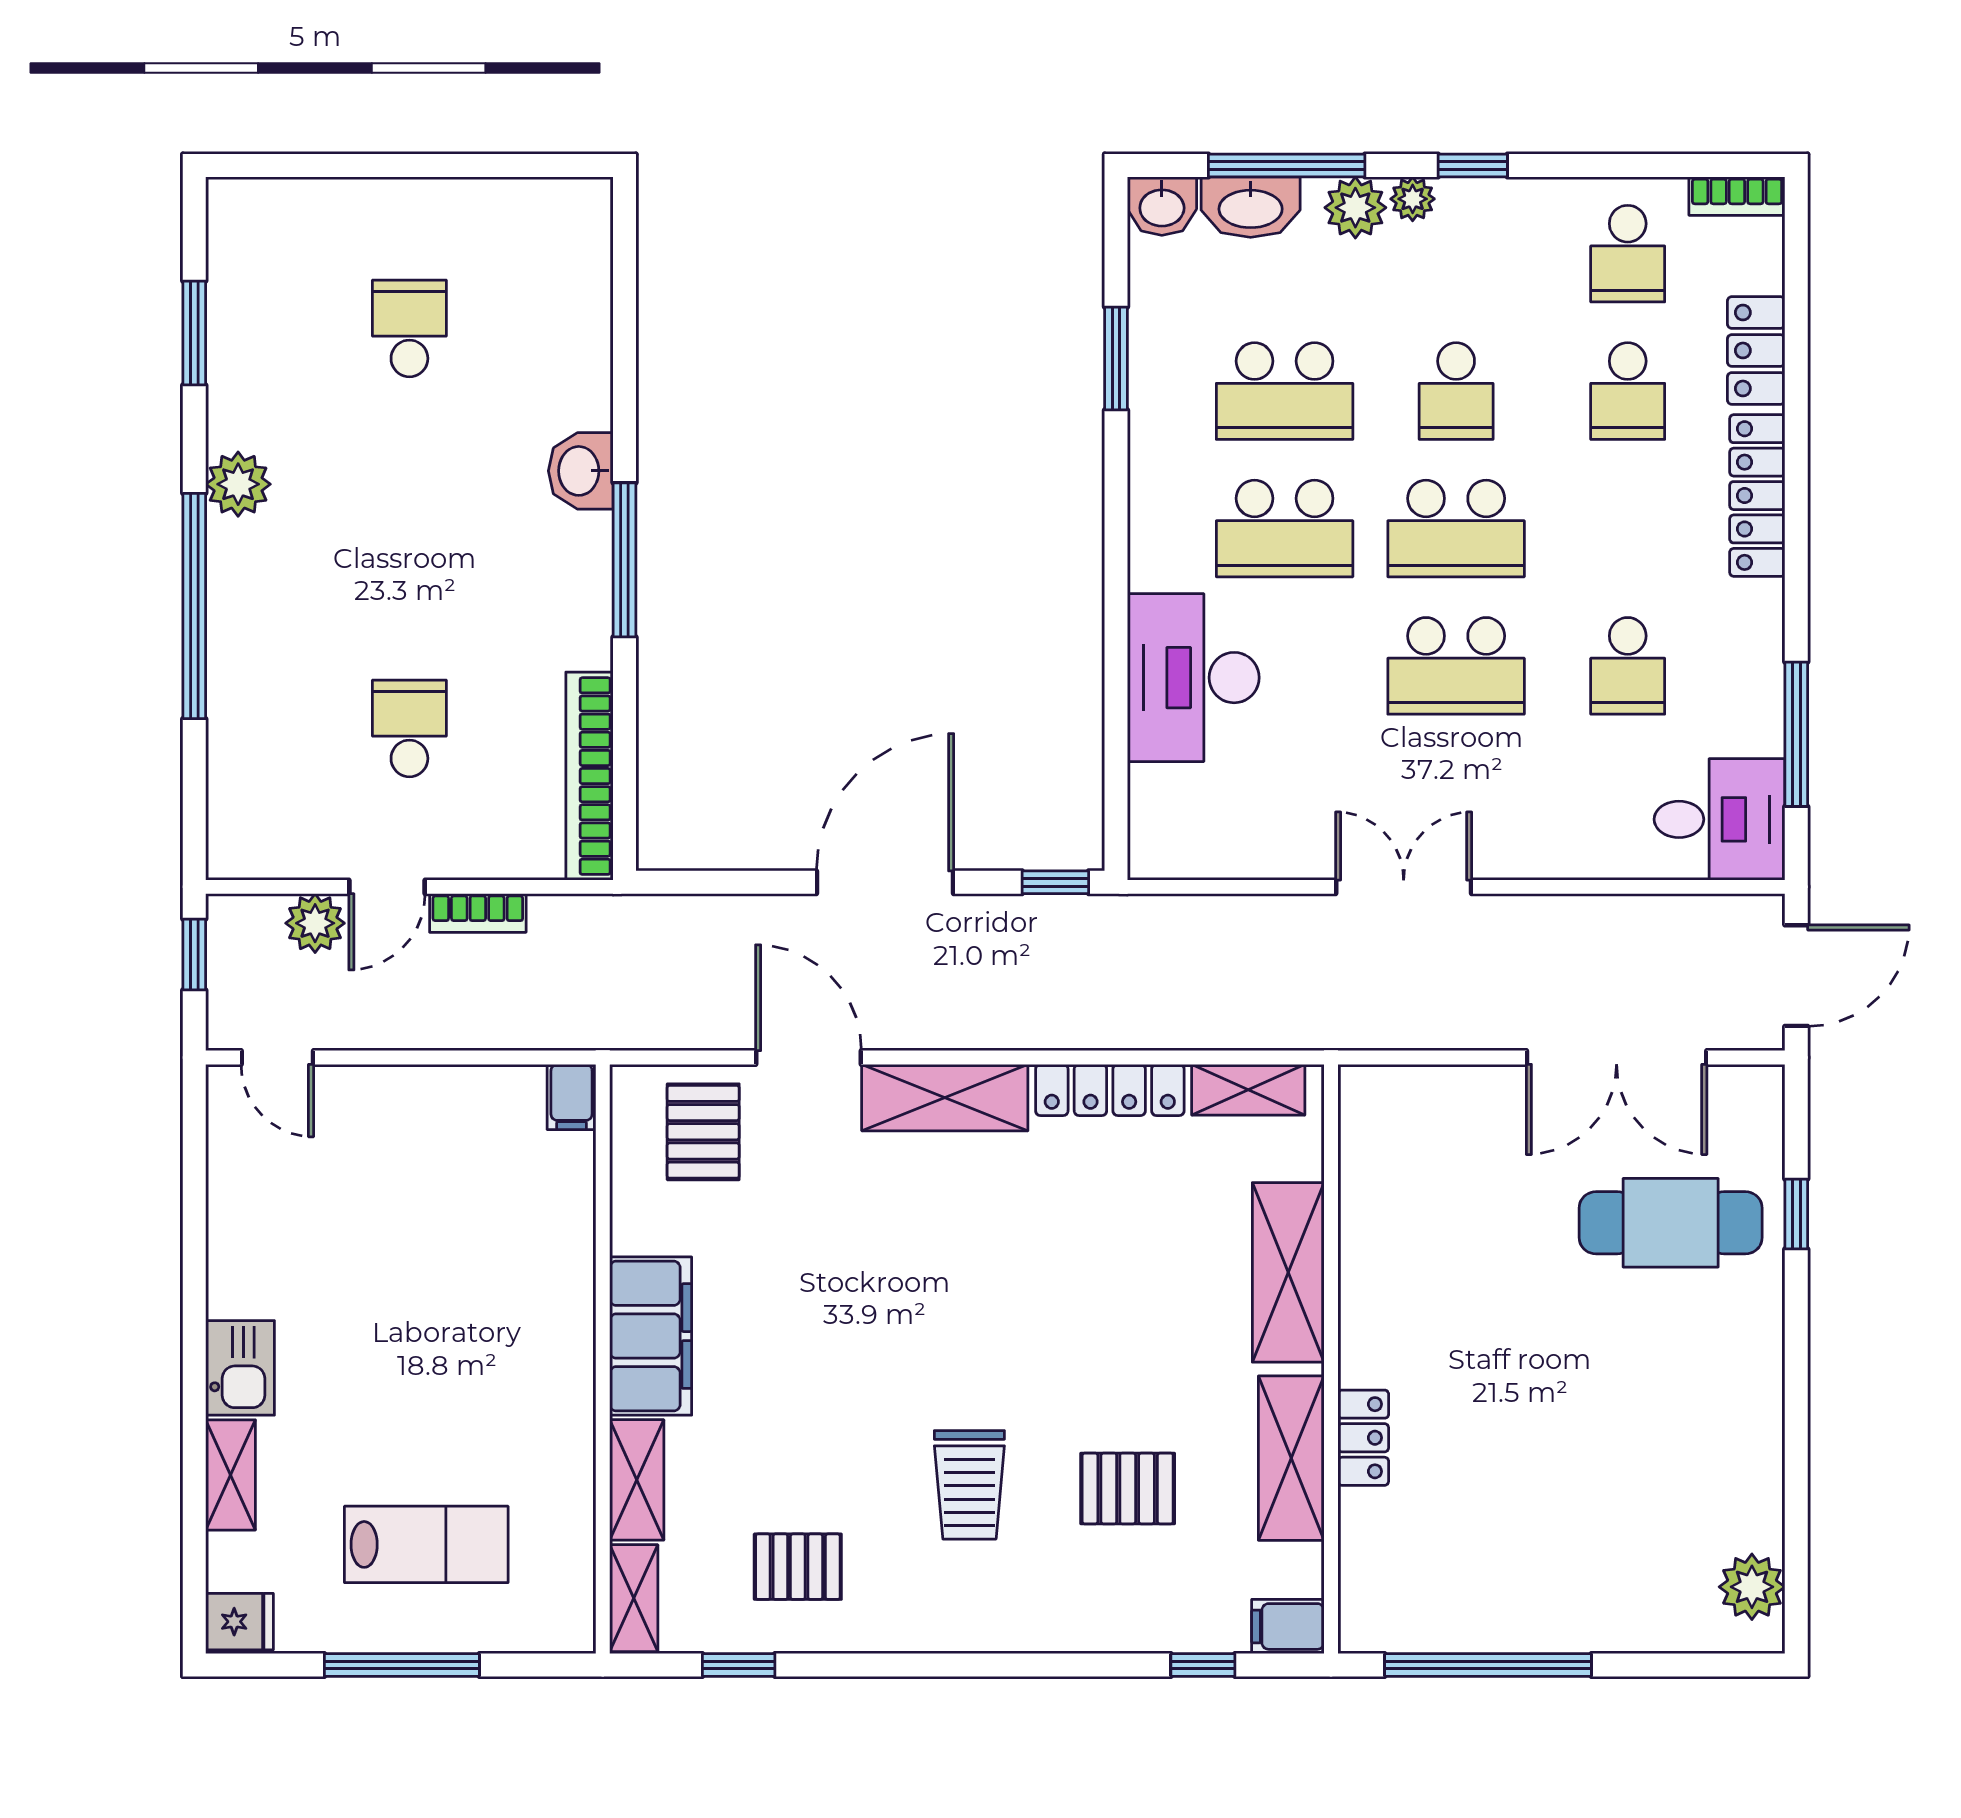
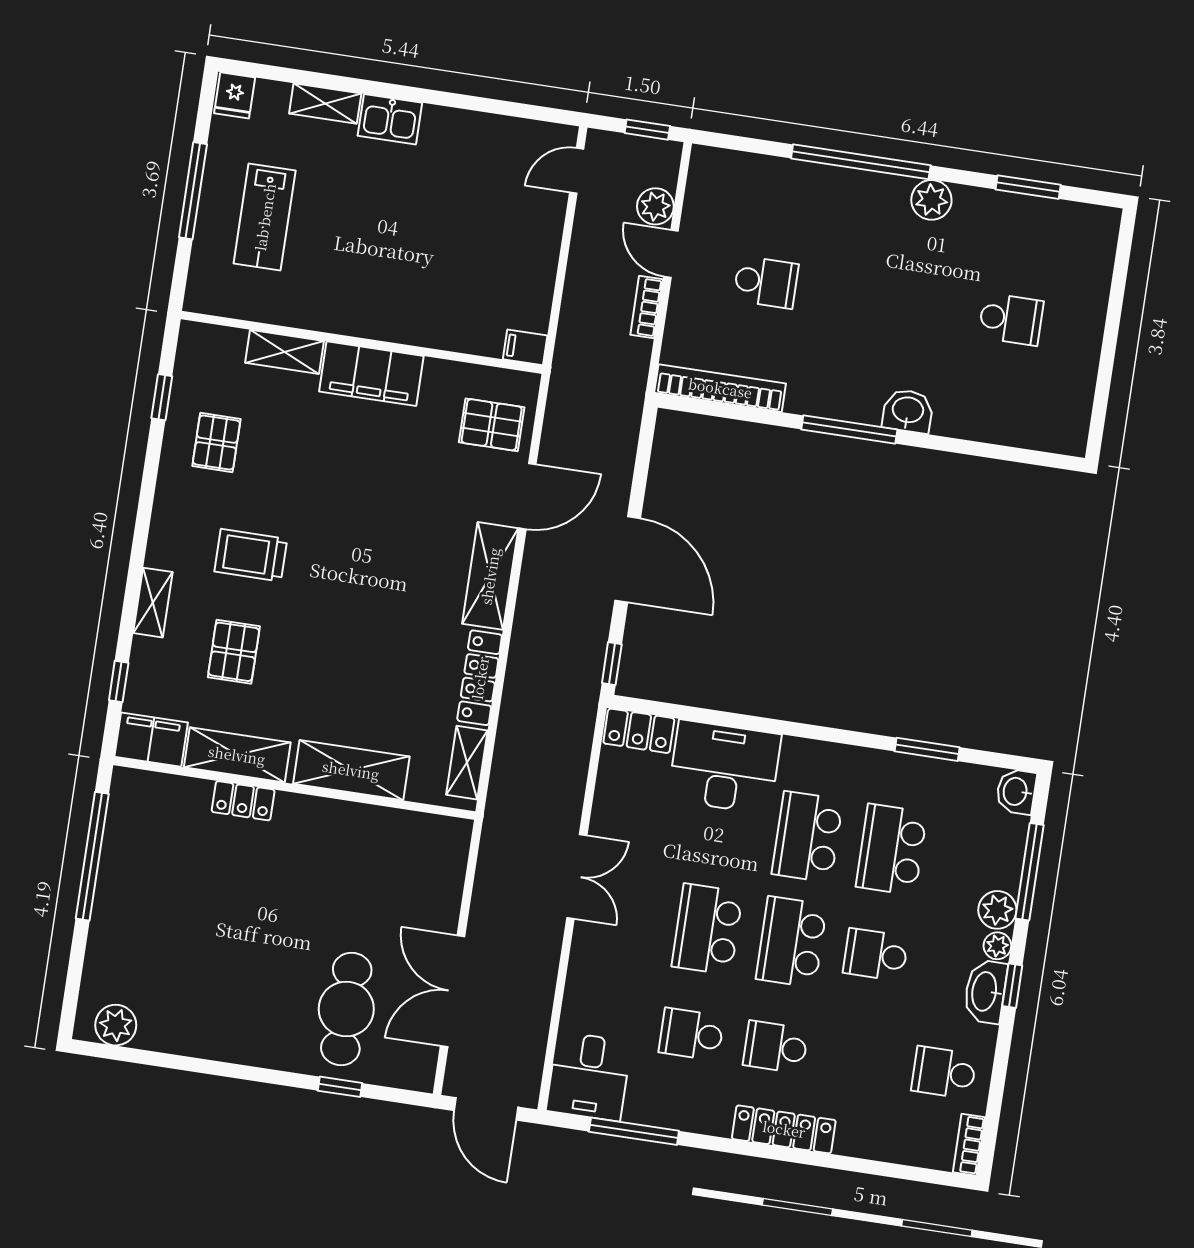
washbasin: (1251, 207) -> (985, 992), moved
locker: (1756, 350) -> (639, 731), moved, turned 180
school desk: (1628, 391) -> (776, 1047), moved
shelving: (634, 1598) -> (153, 603), moved, turned 90
filing cabinet: (1288, 1626) -> (151, 740), width x2.00

